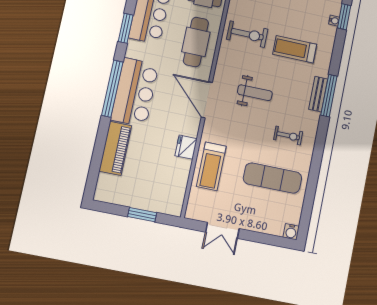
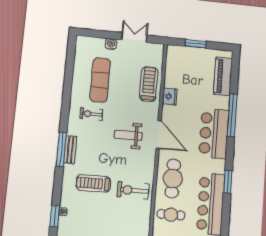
treadmill: (295, 49) -> (93, 183), turned 180
window: (112, 89) -> (232, 115), moved
weight bench: (255, 93) -> (128, 135), moved
piano: (115, 148) -> (223, 76), moved
exercise mat: (273, 178) -> (100, 80), turned 90
water cooler: (291, 232) -> (111, 44), moved

